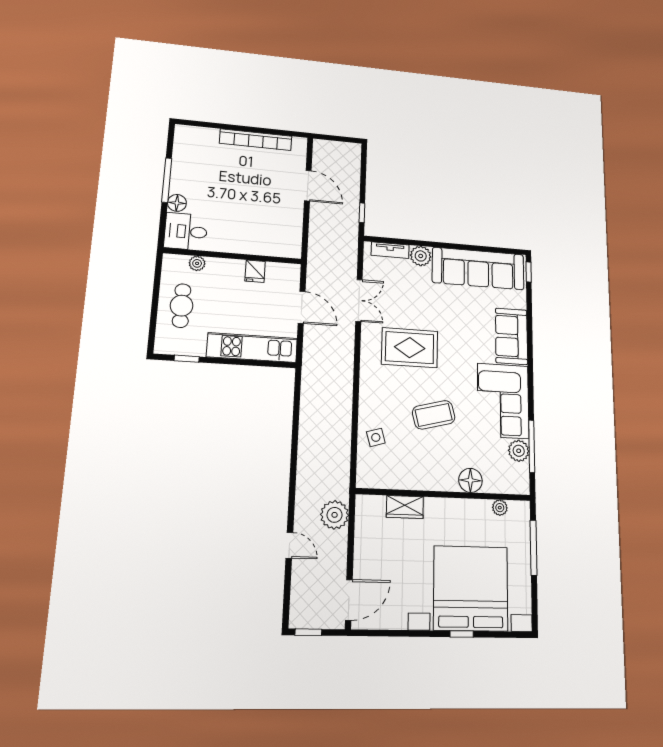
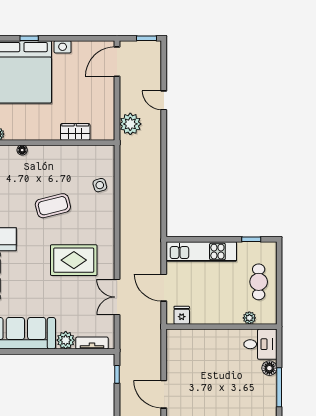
fridge: (255, 271) -> (182, 315), moved
floor lamp: (470, 480) -> (22, 150), width x0.53, depth x0.53

